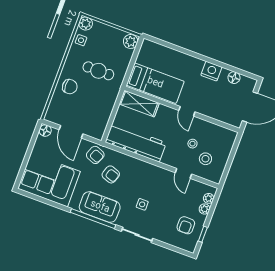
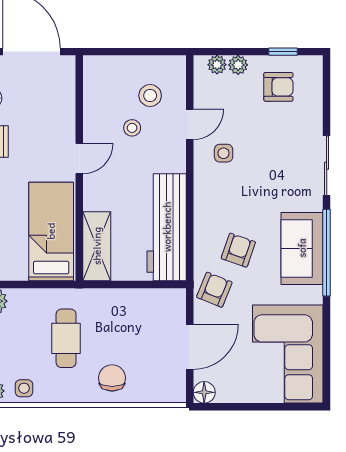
side table: (142, 204) -> (224, 153), moved

